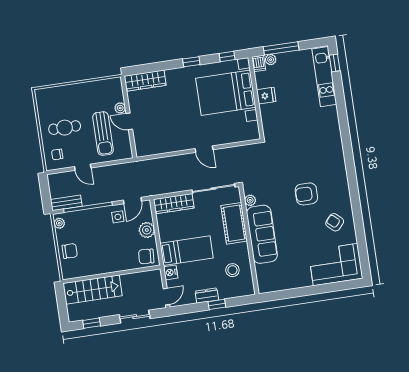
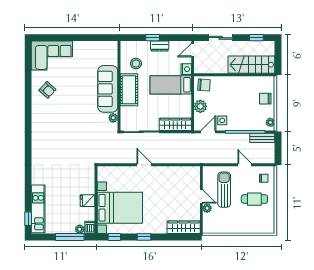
armchair: (306, 194) -> (67, 116), removed
cot: (234, 223) -> (129, 90), moved

